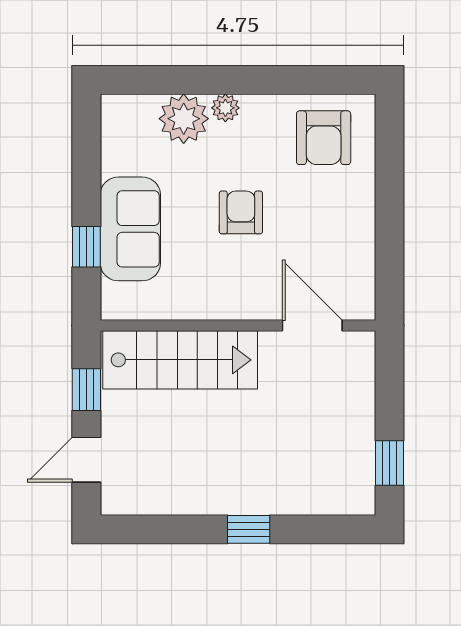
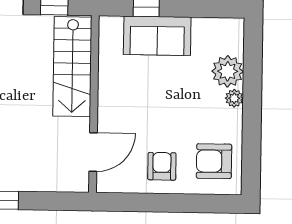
armchair: (241, 212) -> (162, 166), moved, turned -90

